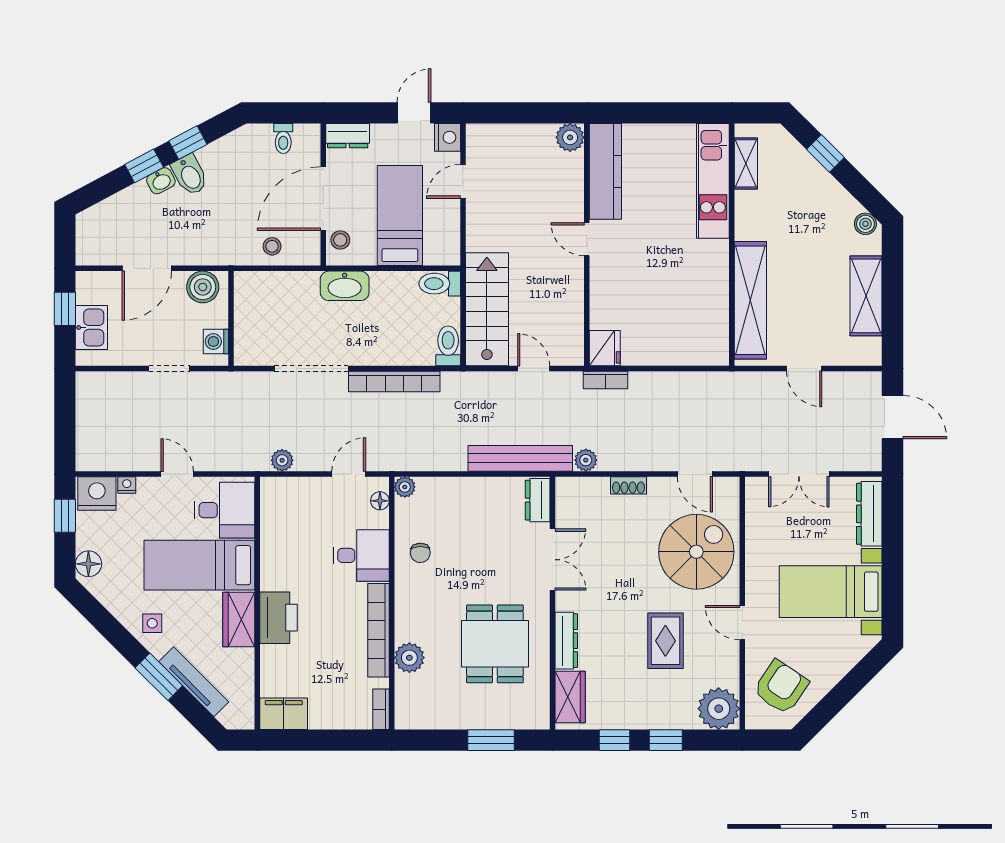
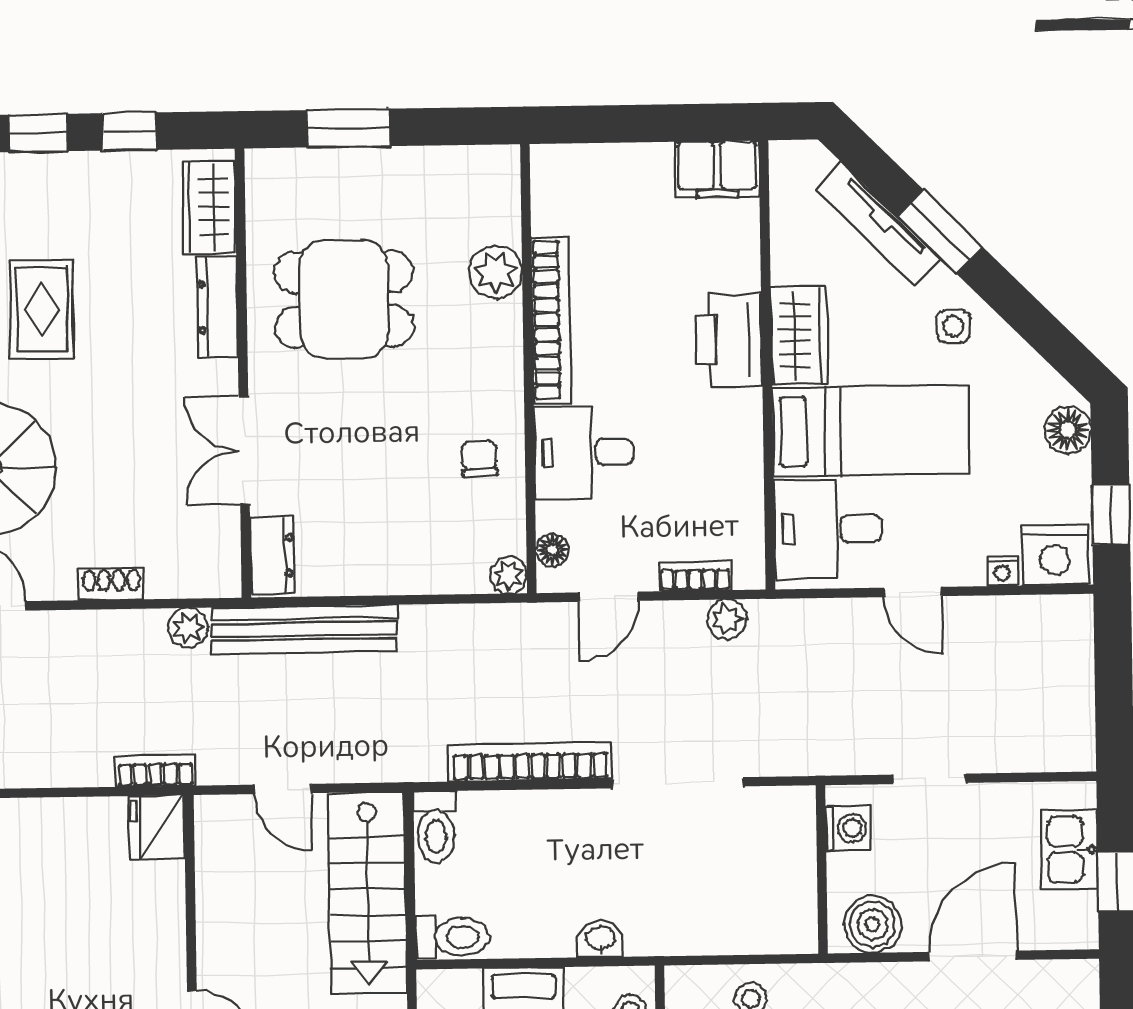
washbasin: (345, 286) -> (600, 939), width x0.52, depth x0.69
dining table: (495, 644) -> (344, 299), turned 90
bookcase: (381, 709) -> (695, 576), moved, turned -90

